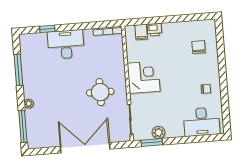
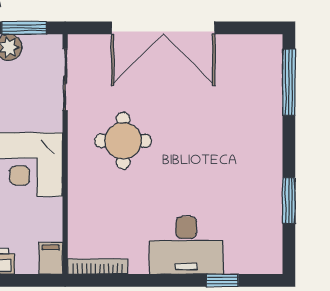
filing cabinet: (141, 32) -> (51, 258), moved
window: (18, 70) -> (289, 201), width x0.69
plant: (29, 104) -> (273, 128), removed

